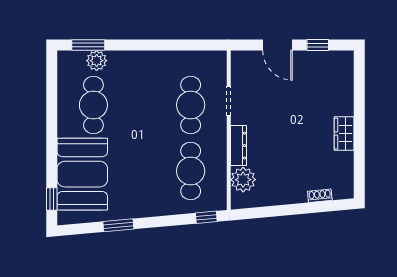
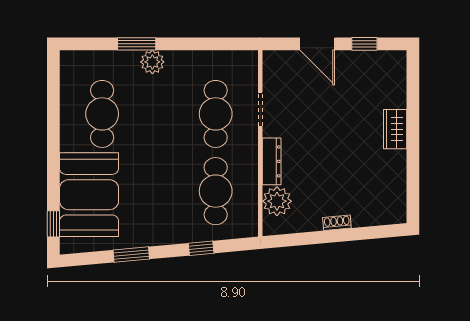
window: (88, 45) -> (137, 44), moved
plant: (97, 61) -> (152, 62), moved
wardrobe: (344, 134) -> (395, 129), moved
shoe rack: (320, 196) -> (337, 223), moved
window: (206, 217) -> (201, 248), moved

